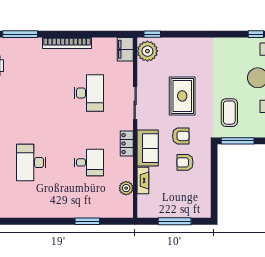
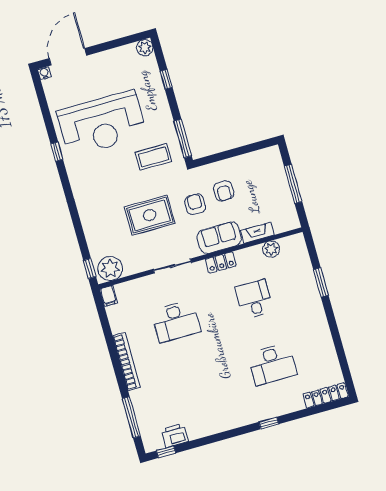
filing cabinet: (125, 49) -> (108, 296), width x0.50
desk: (89, 93) -> (176, 321), turned 180

